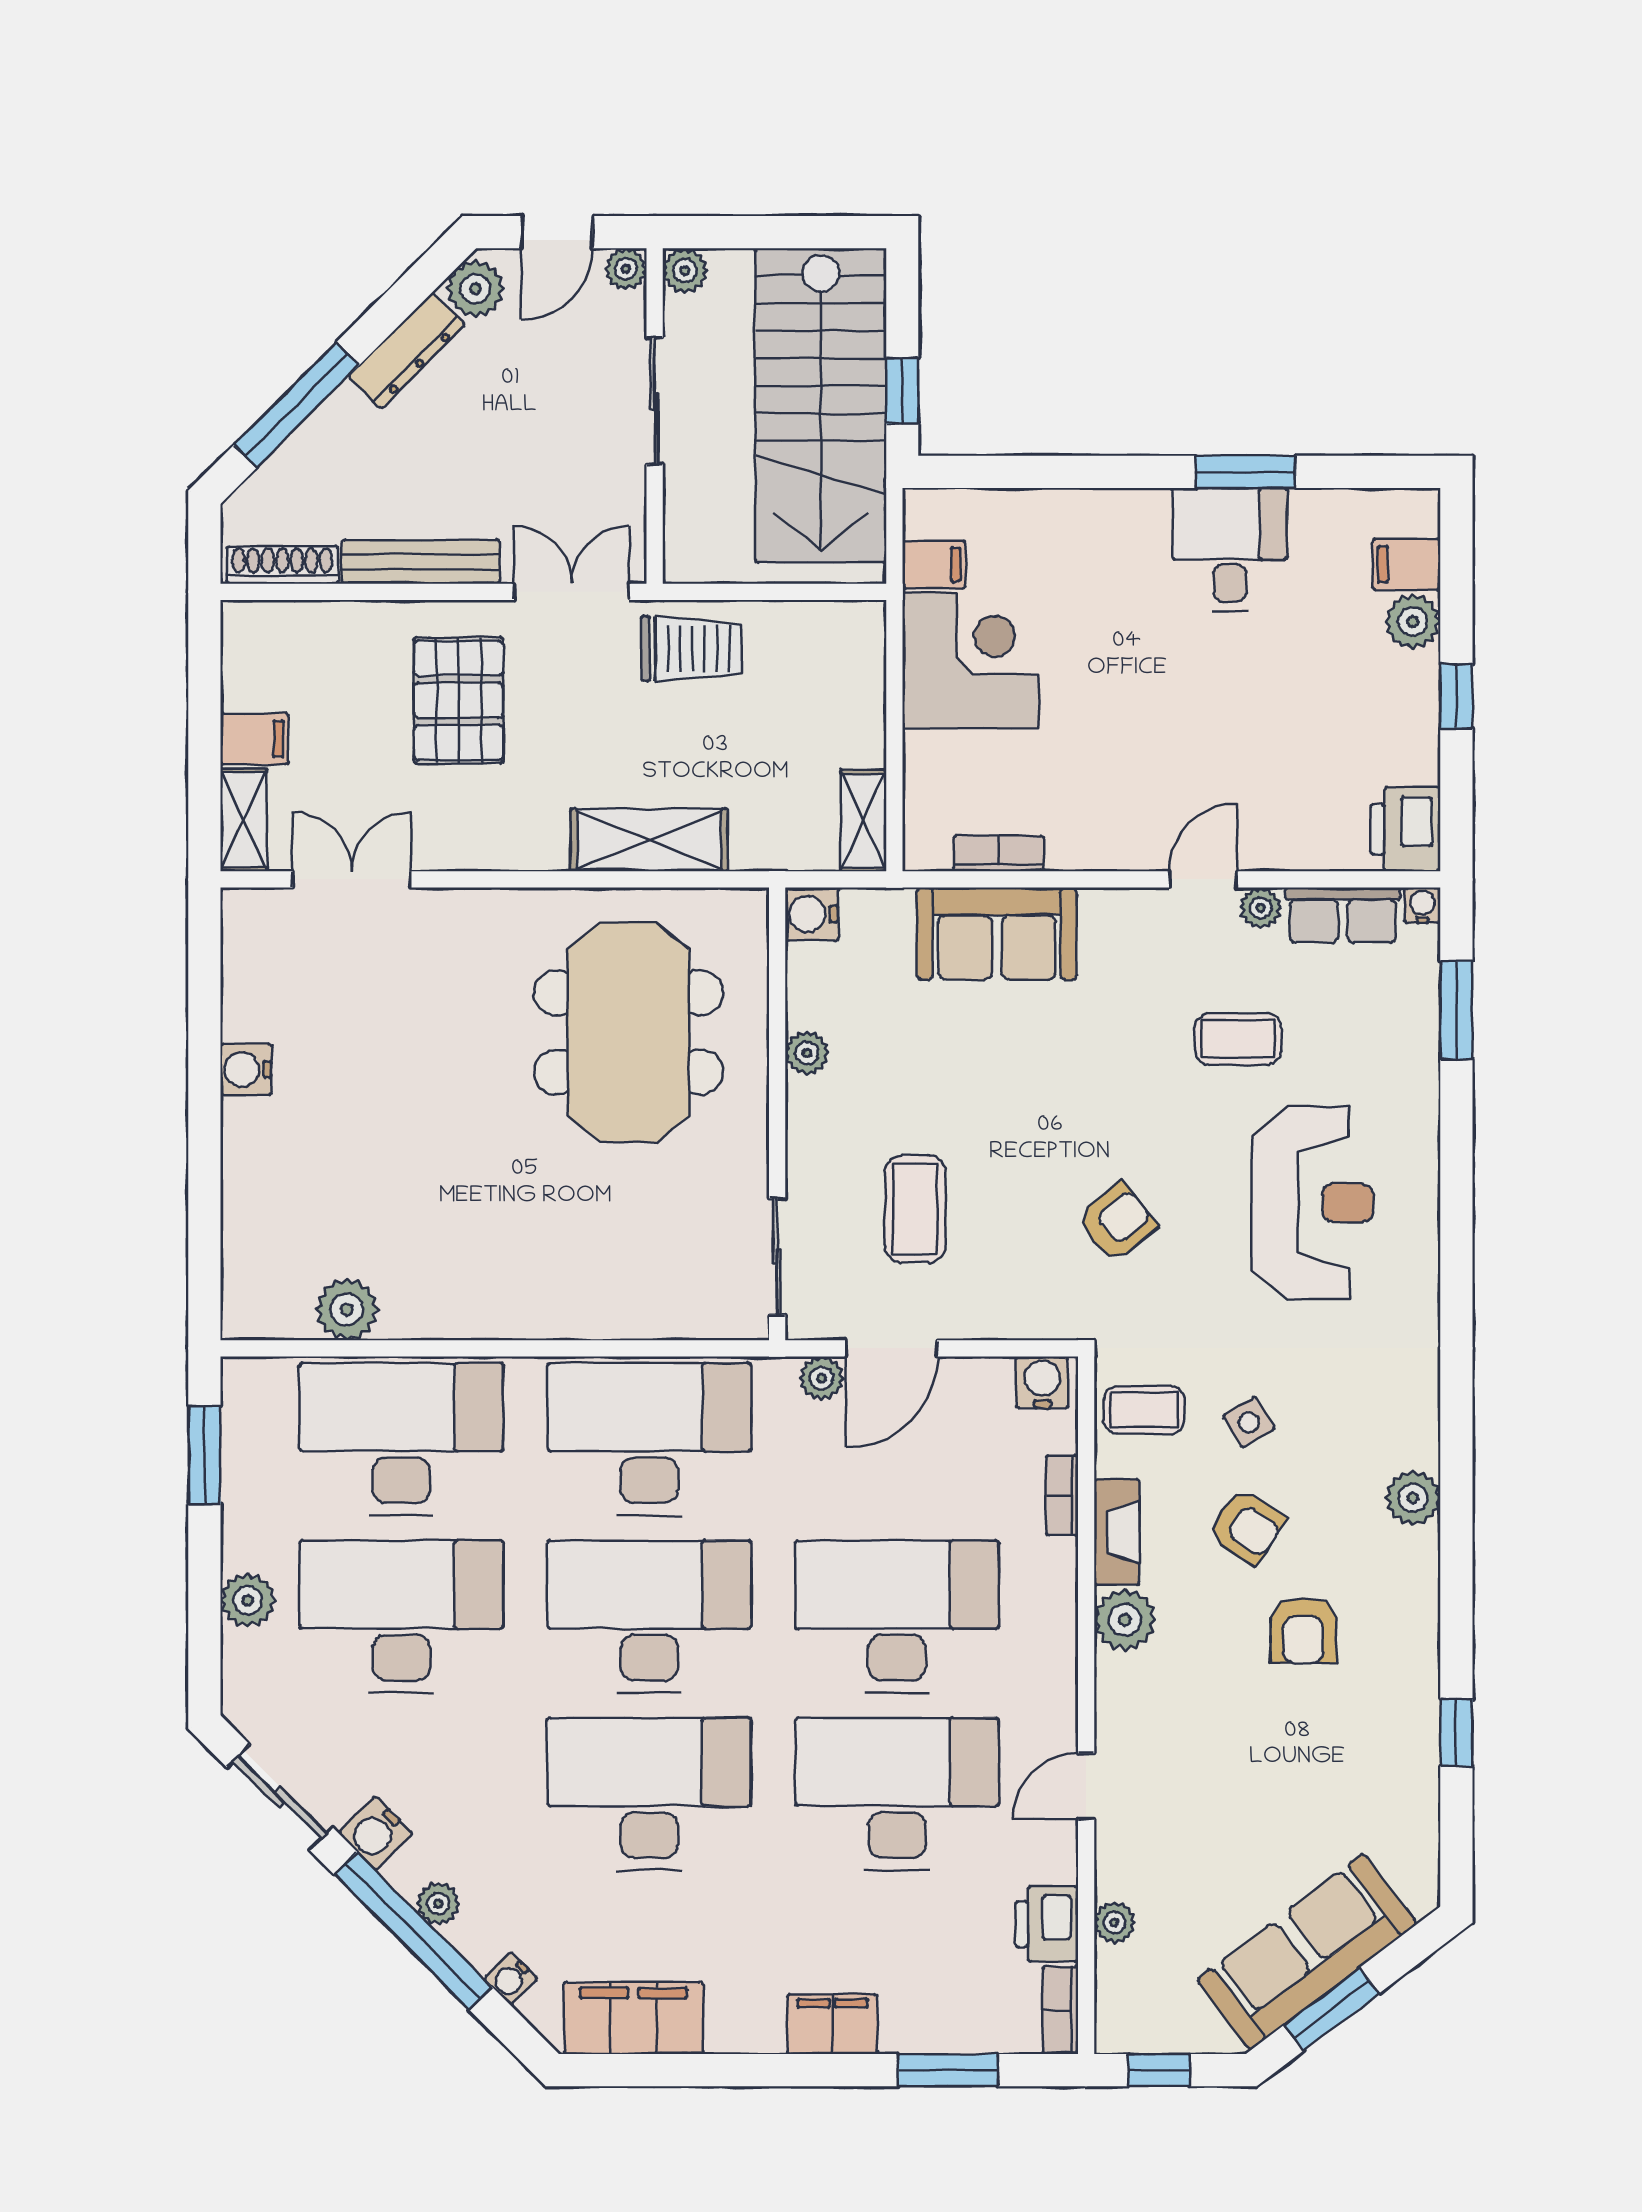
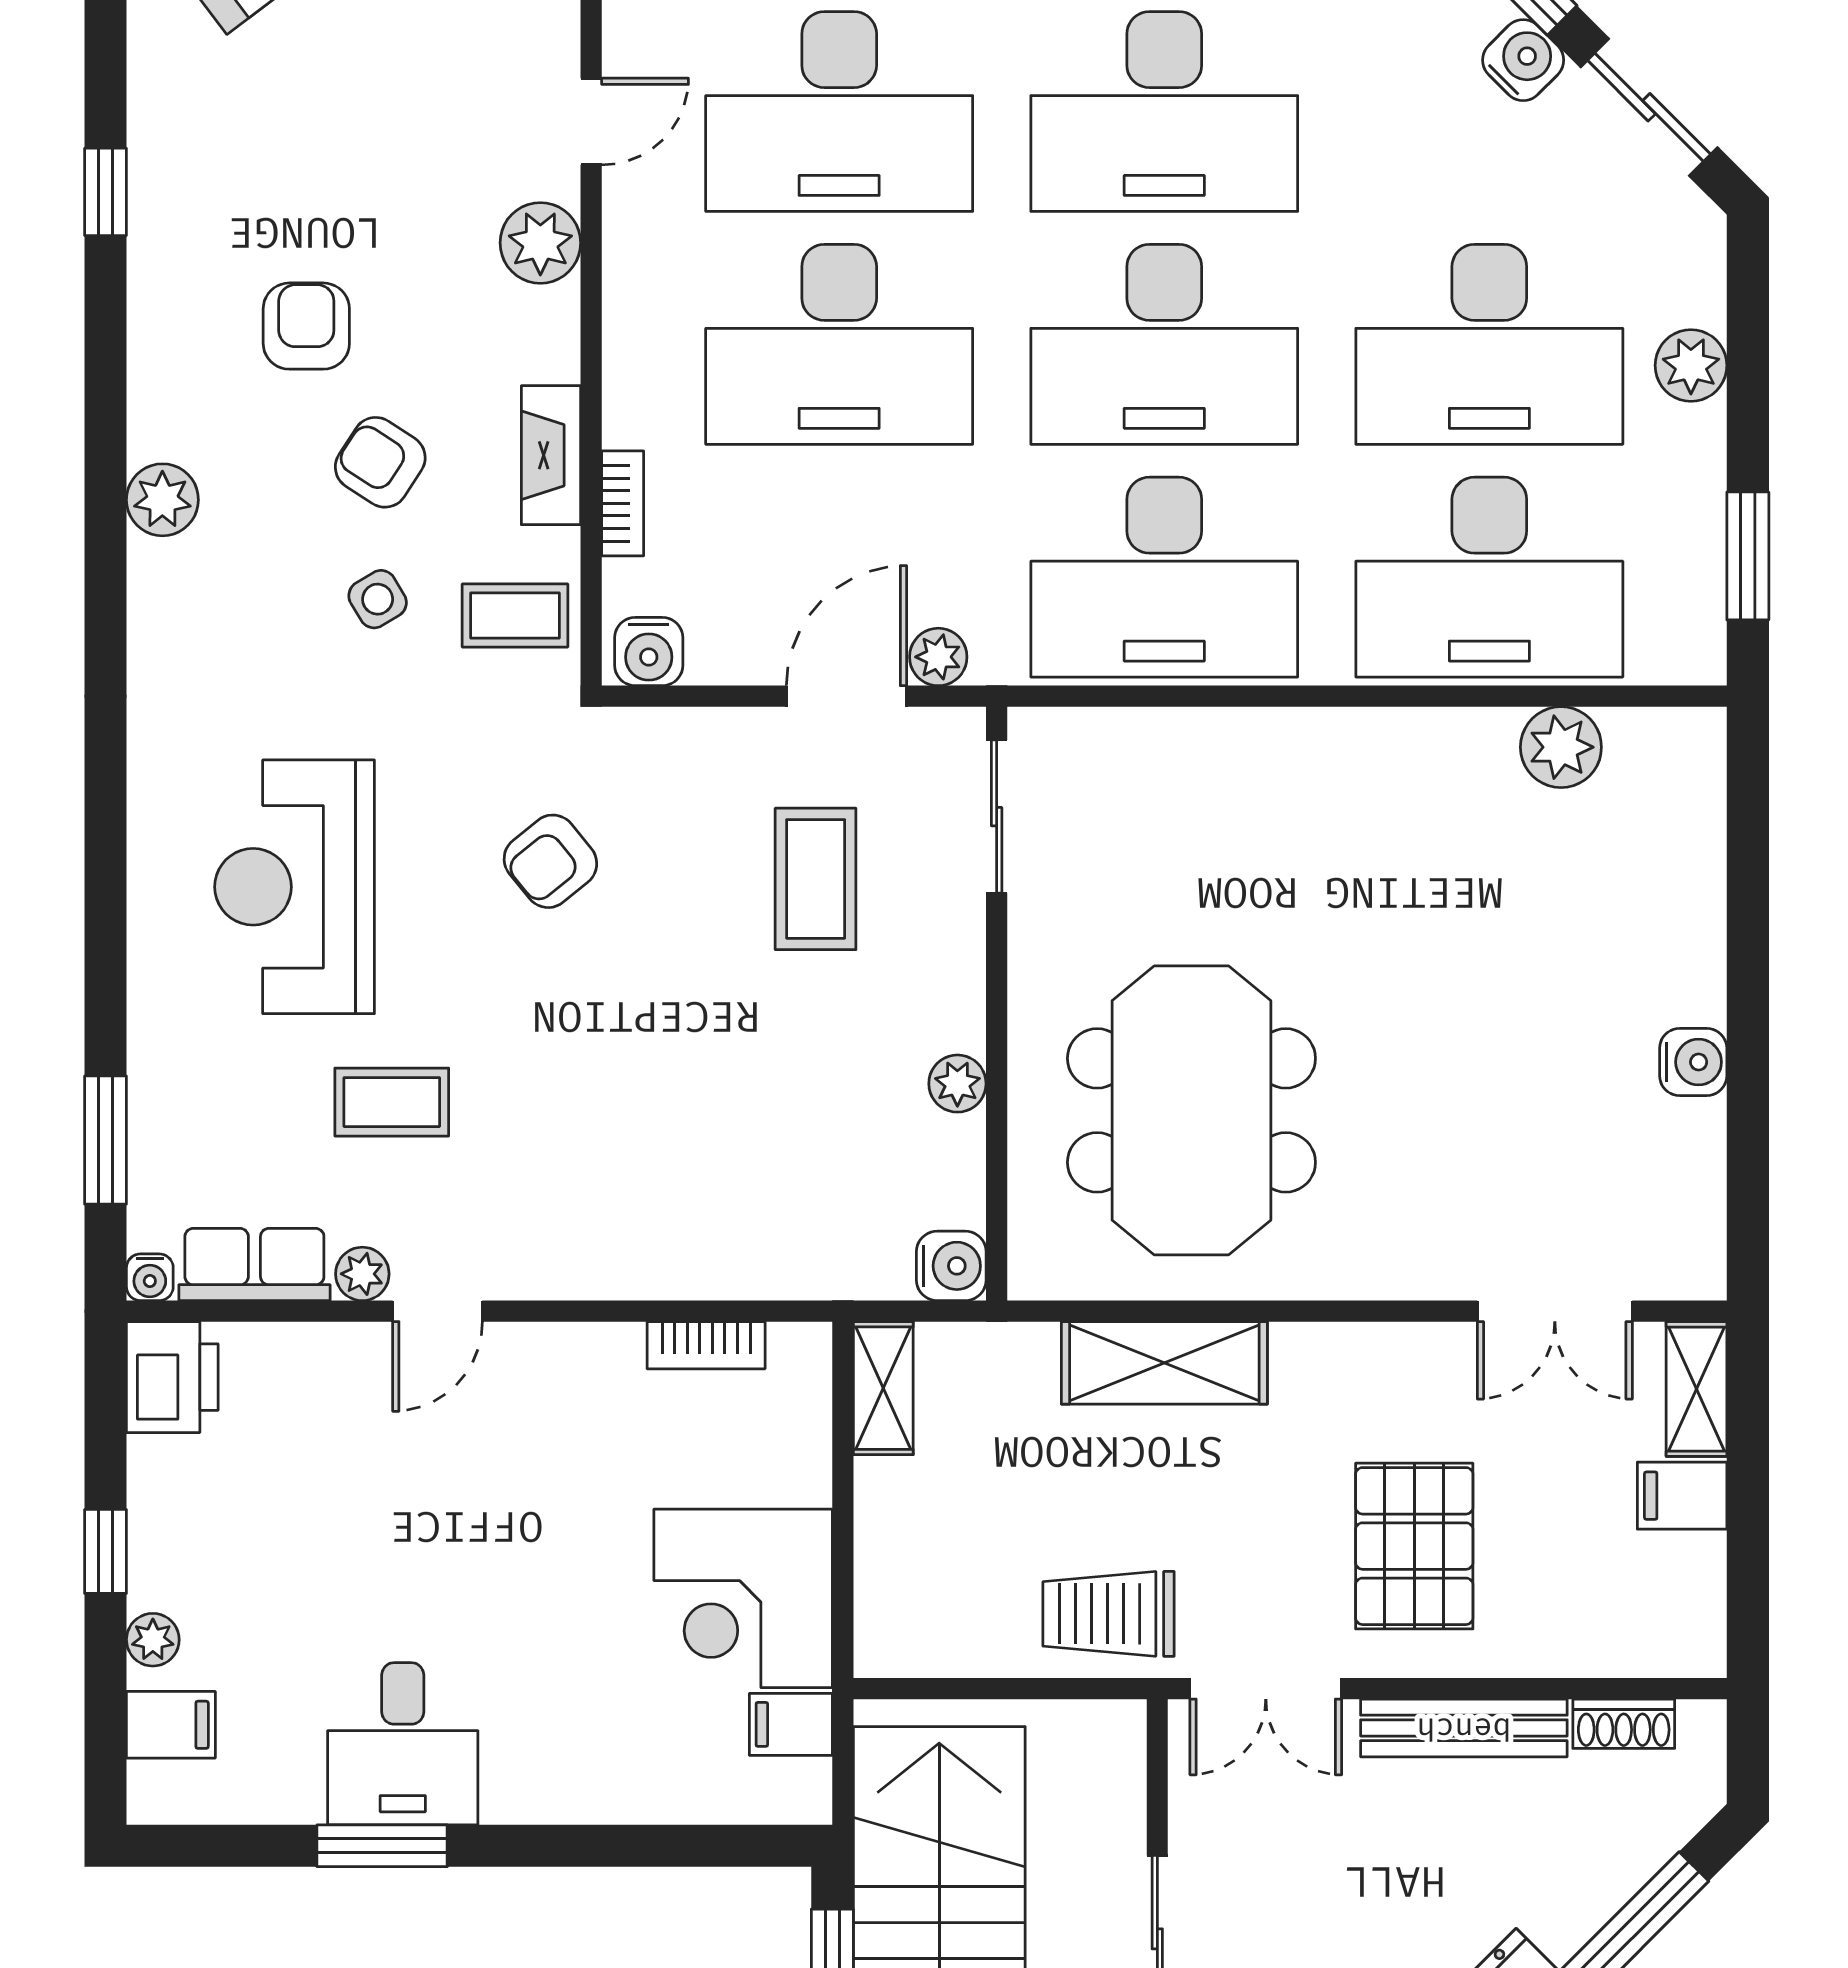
shoe rack: (282, 565) -> (1624, 1724), width x0.70
plant: (1413, 621) -> (153, 1640), width x0.73, depth x0.73
sofa: (997, 934) -> (708, 1240), removed
plant: (1125, 1620) -> (540, 243), moved

